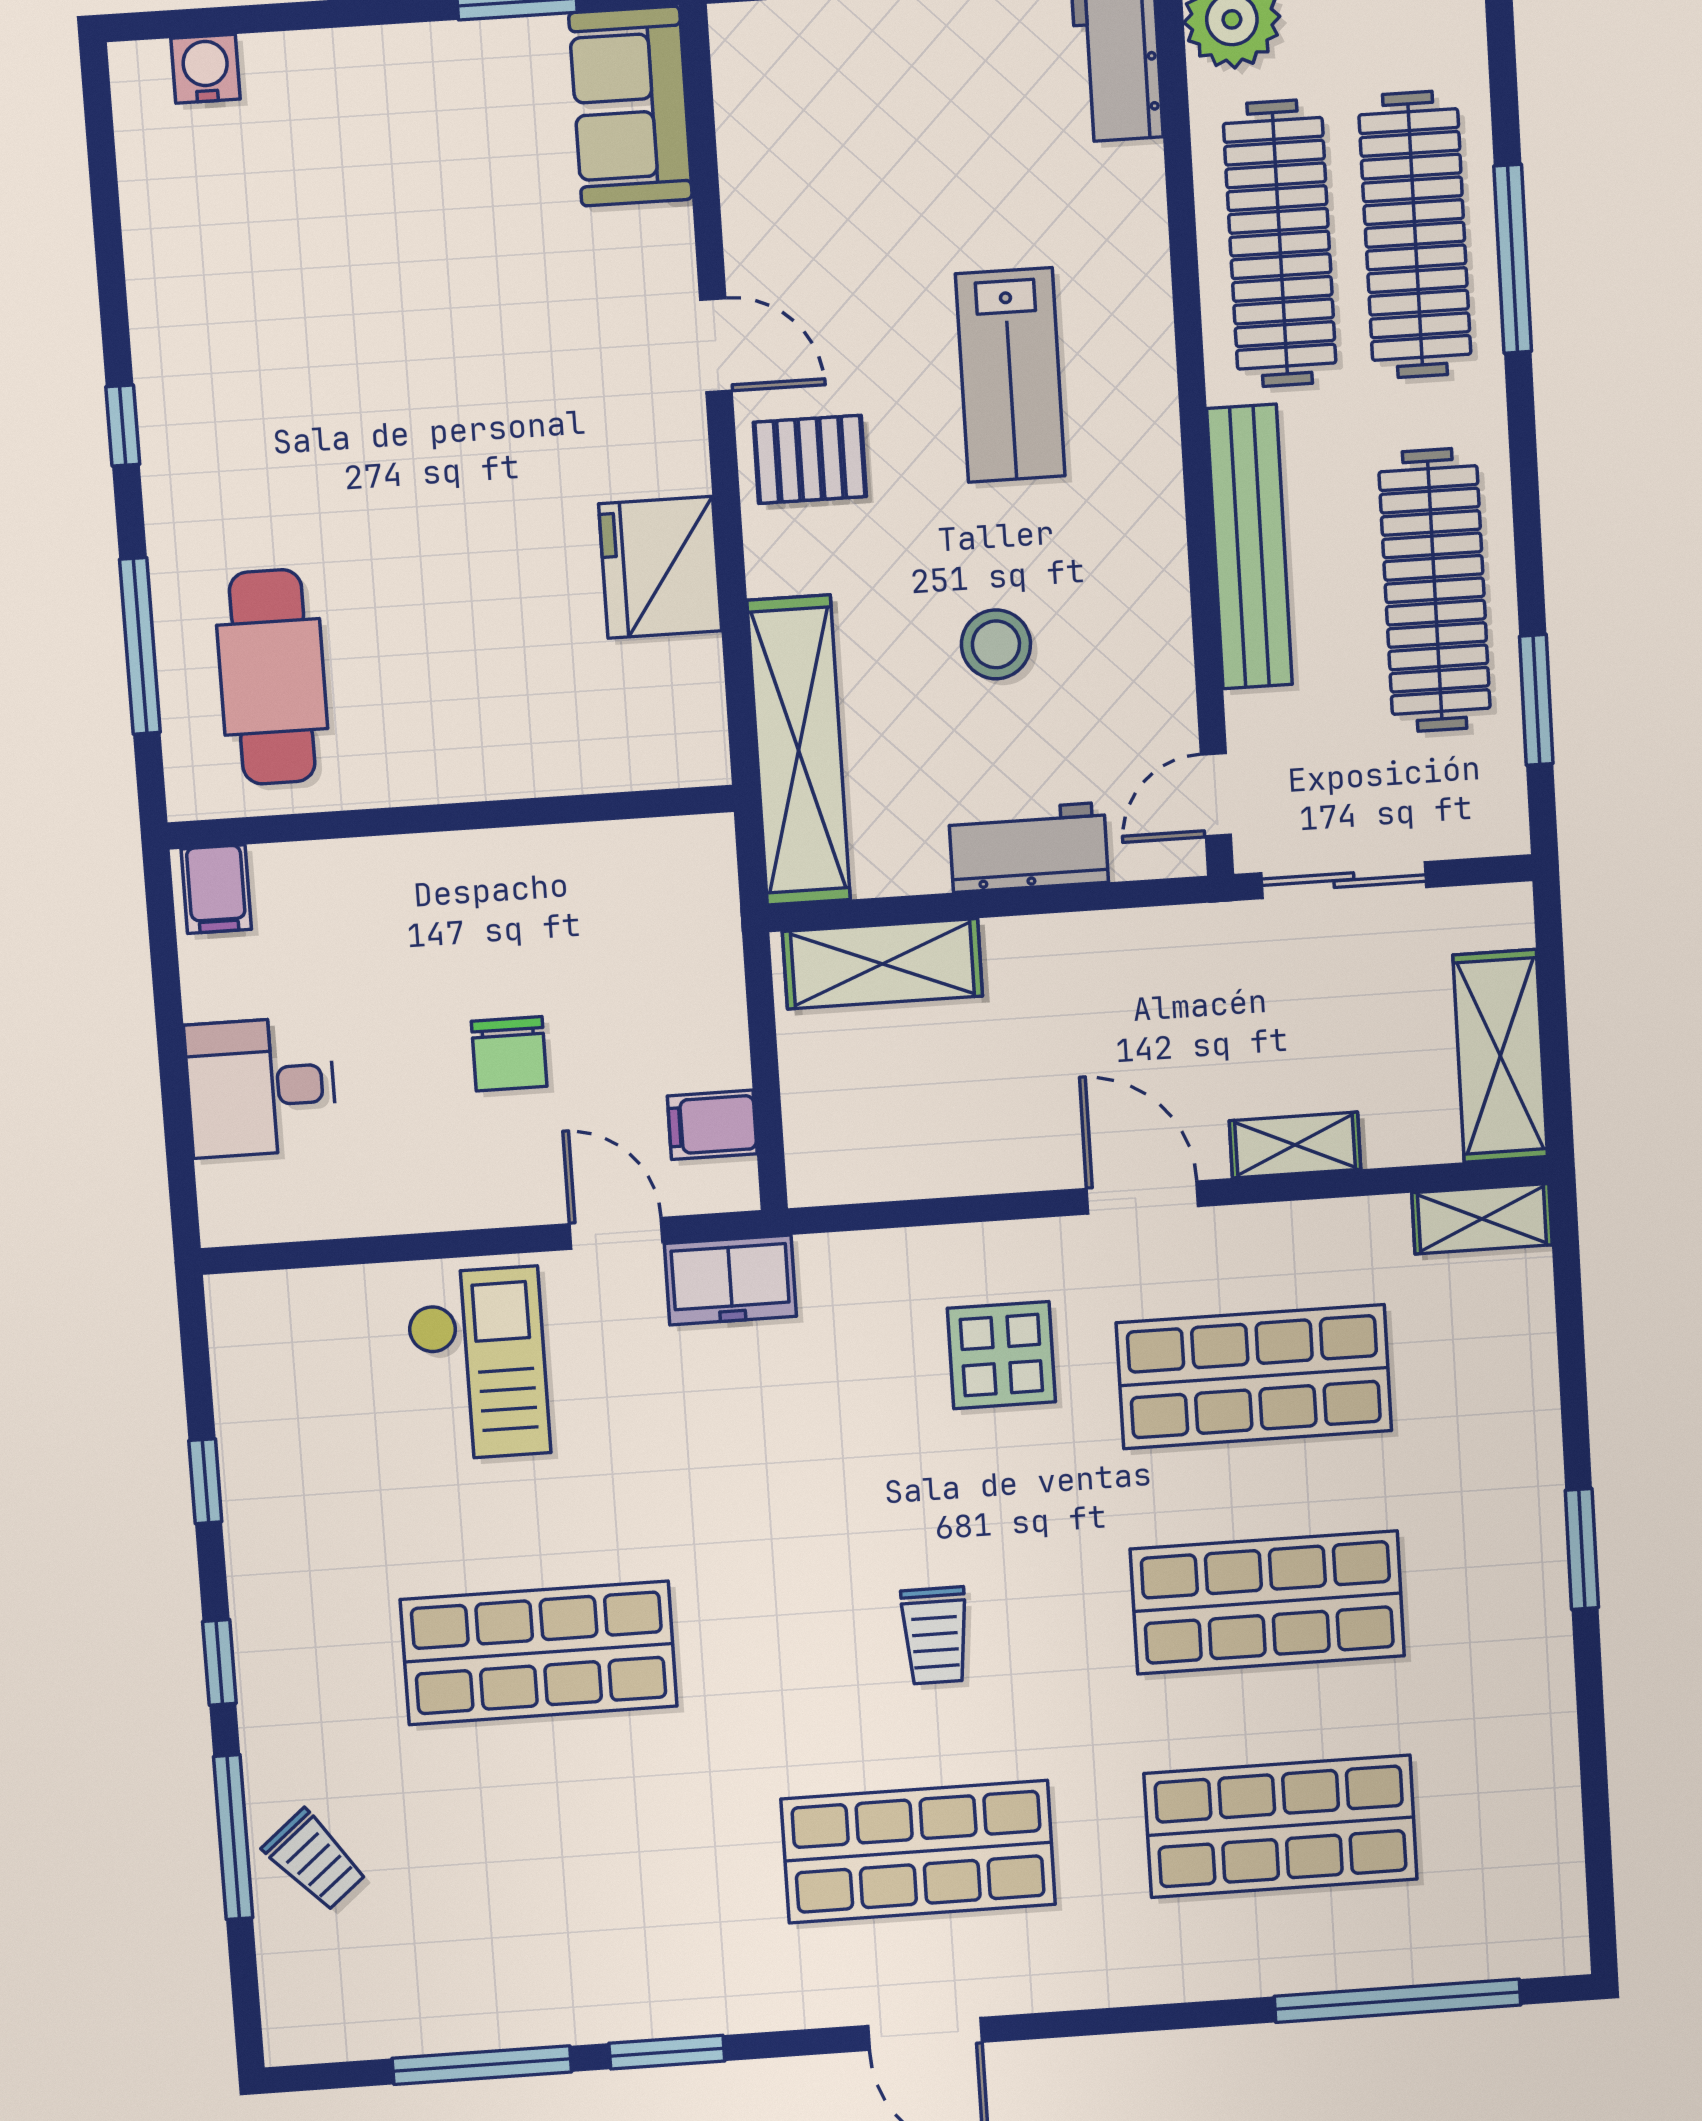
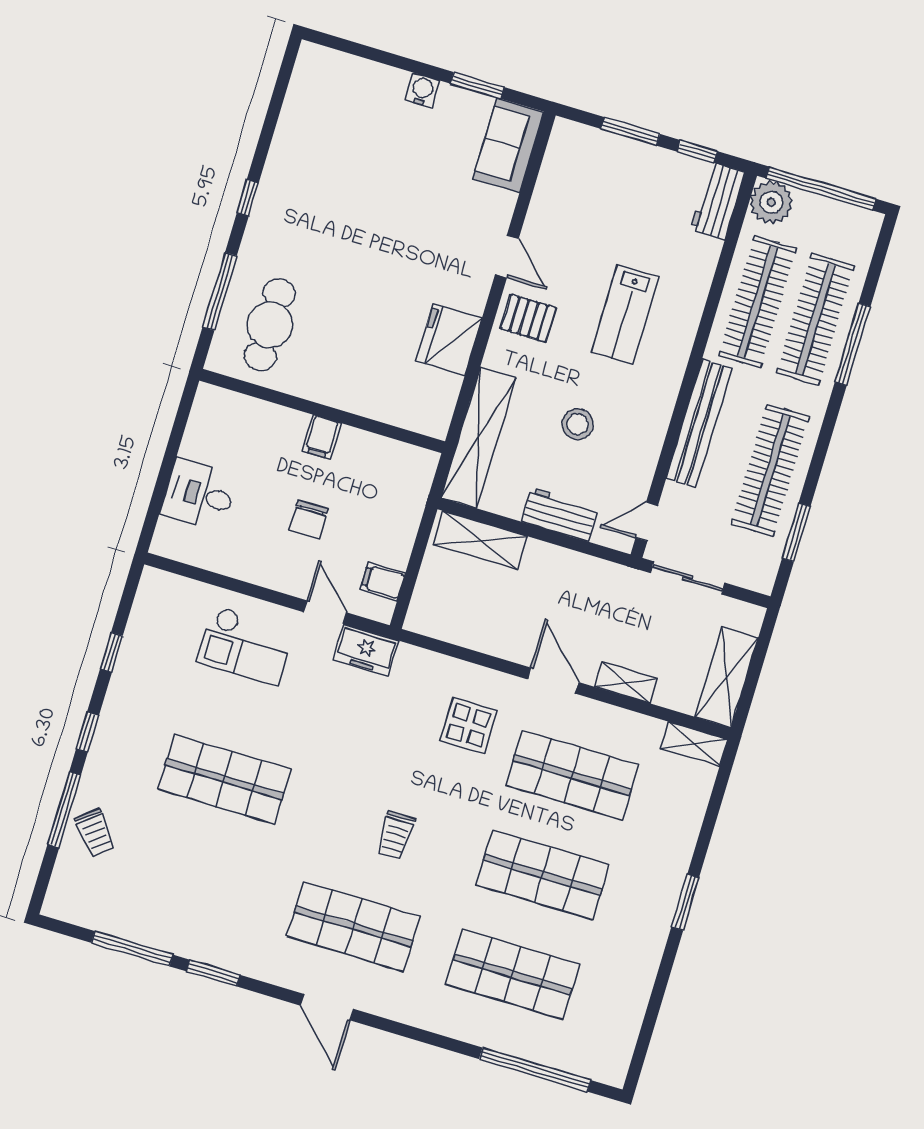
water cooler: (206, 69) -> (422, 90), moved
filing cabinet: (216, 889) -> (322, 437), moved
checkout: (478, 1364) -> (246, 646), turned 90

